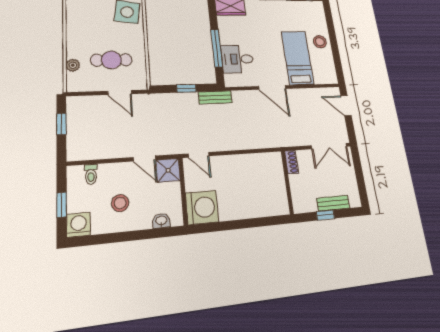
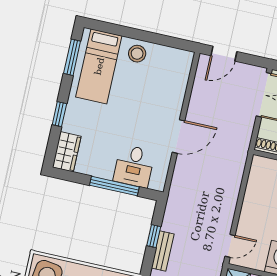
bed: (297, 58) -> (99, 66), moved, turned -90
bench: (215, 97) -> (163, 251), moved

